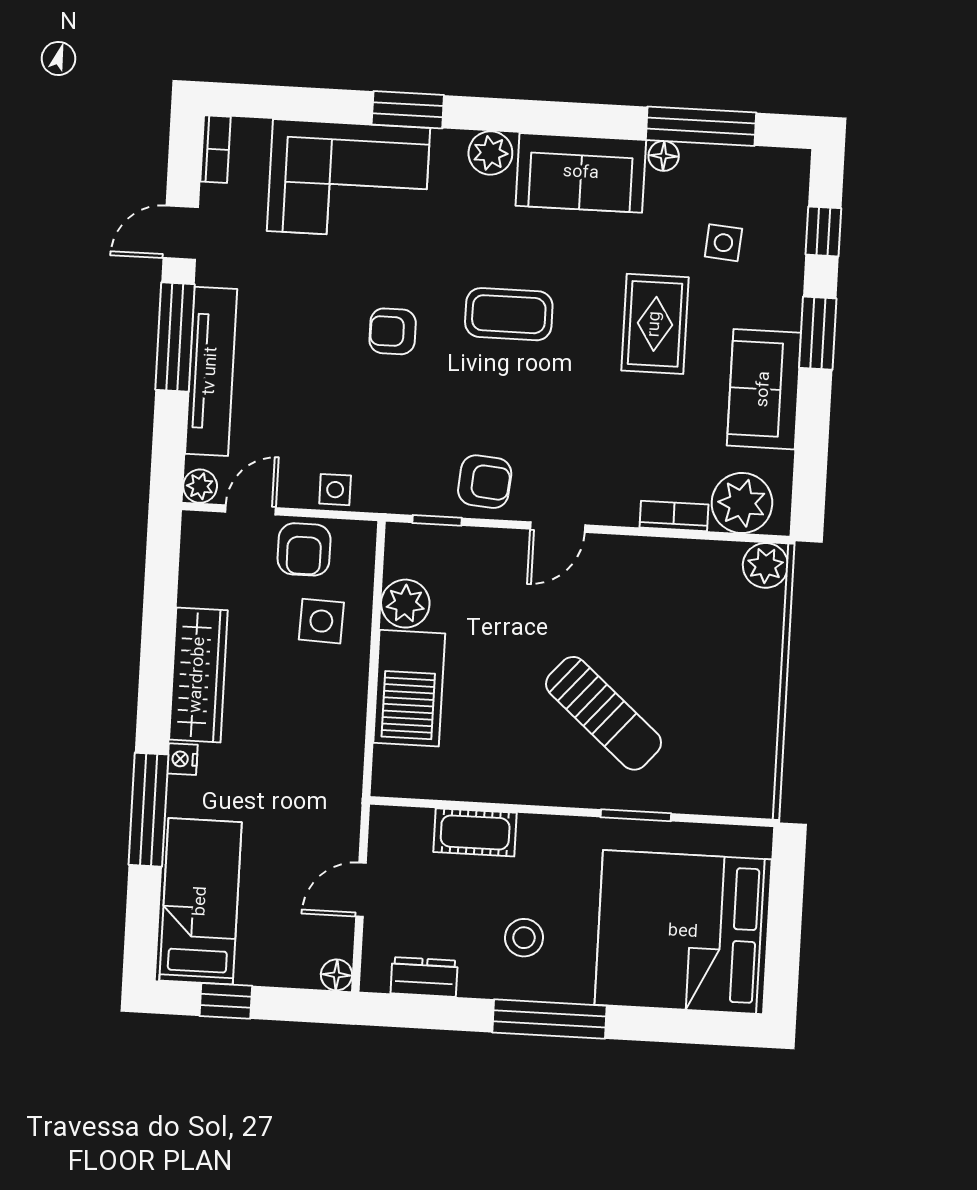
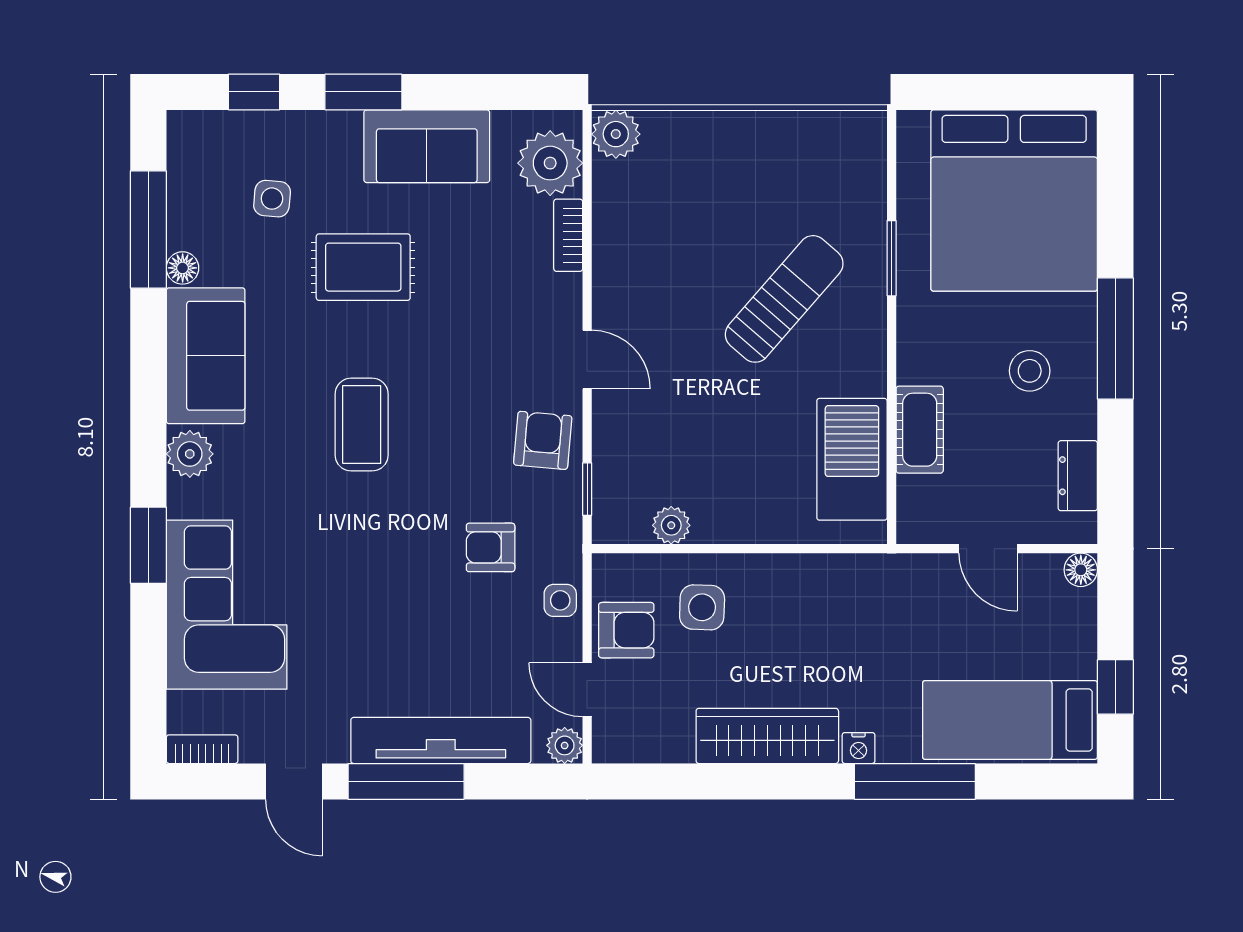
armchair: (393, 331) -> (491, 547), moved, turned 90
plant: (405, 604) -> (671, 525), width x0.73, depth x0.73
barbecue: (409, 688) -> (852, 459), moved, turned -90

